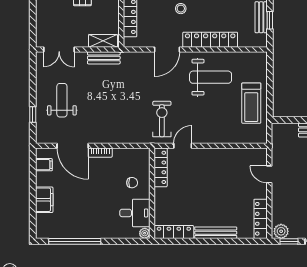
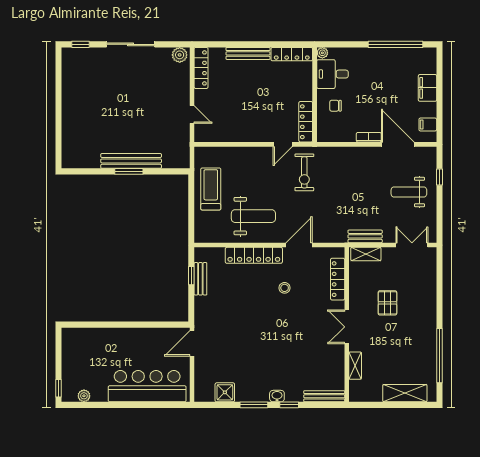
weight bench: (211, 77) -> (253, 216), turned 180
weight bench: (62, 100) -> (409, 192), turned 90
window: (289, 241) -> (171, 44), removed

